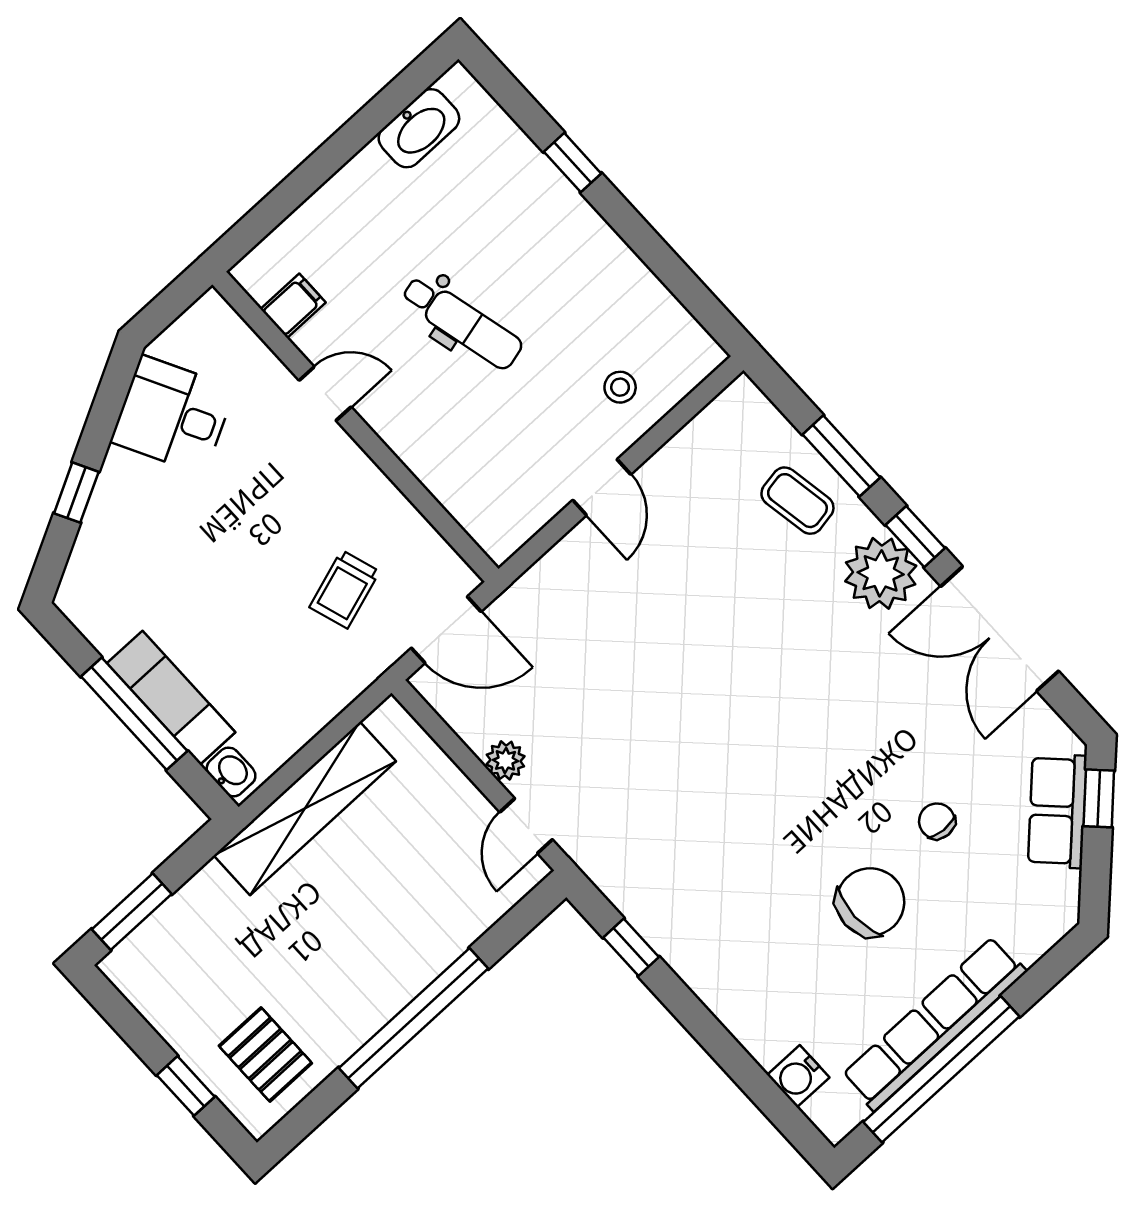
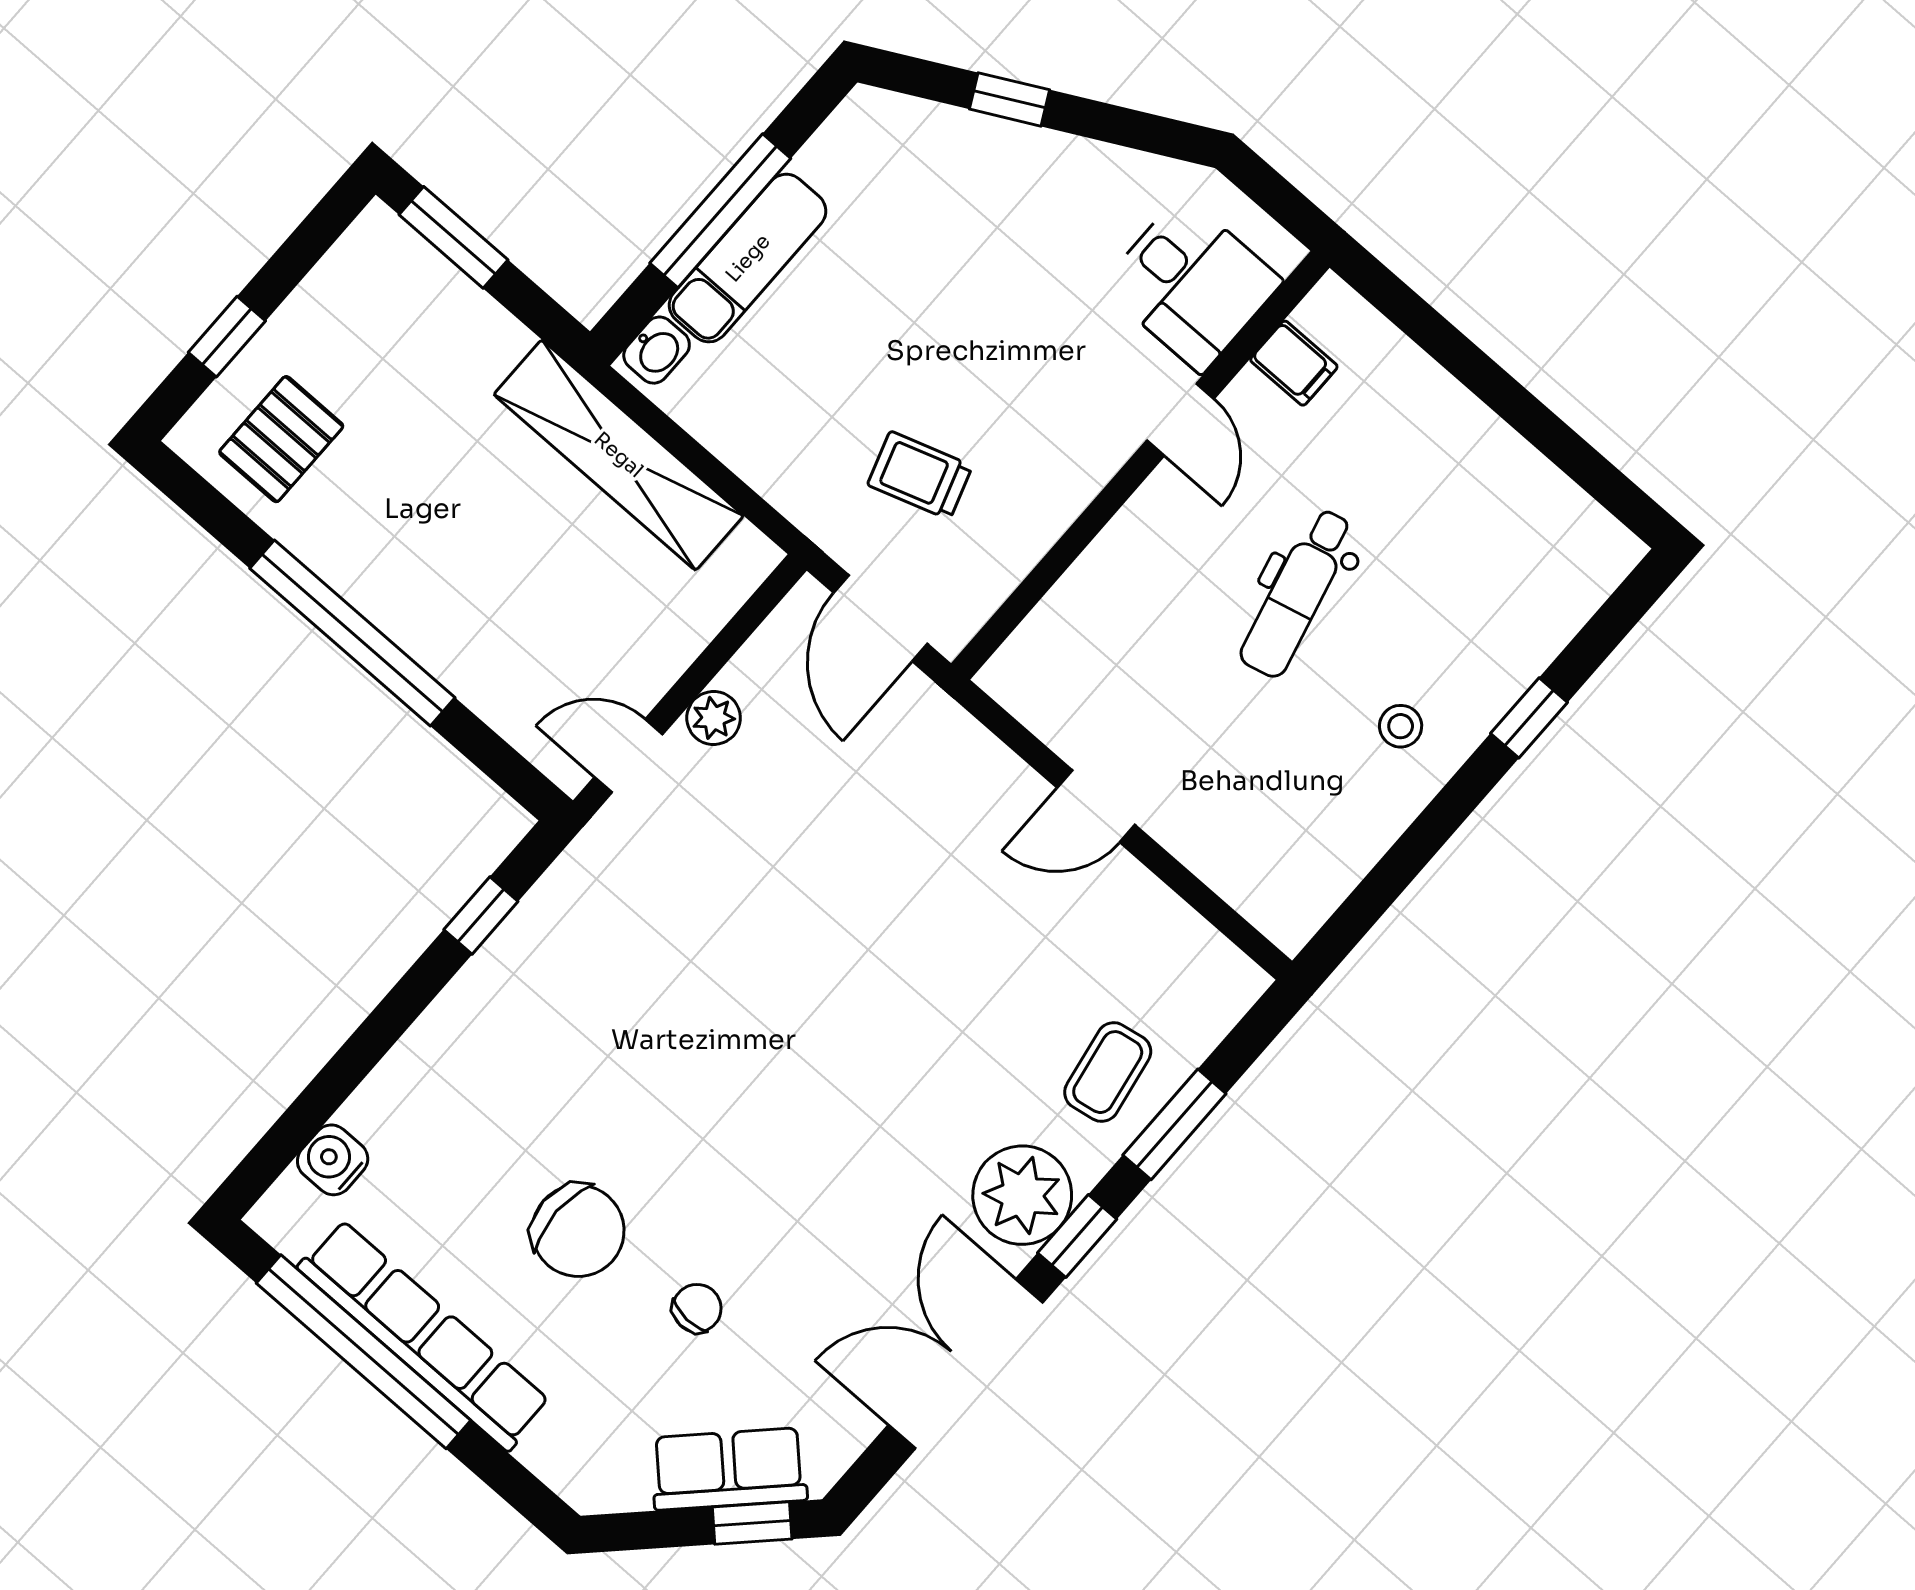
washbasin: (419, 128) -> (1552, 506), removed
stool: (620, 387) -> (1401, 726), moved
desk: (173, 415) -> (1192, 284), moved, turned 118

